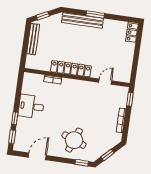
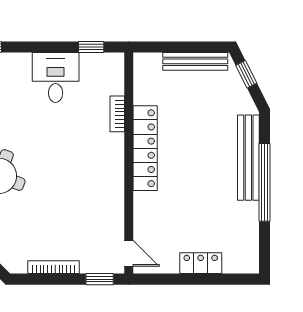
window: (95, 14) -> (264, 182), width x2.11
locker: (132, 32) -> (201, 263), moved
door: (105, 82) -> (129, 253), moved
window: (15, 118) -> (91, 47), moved

